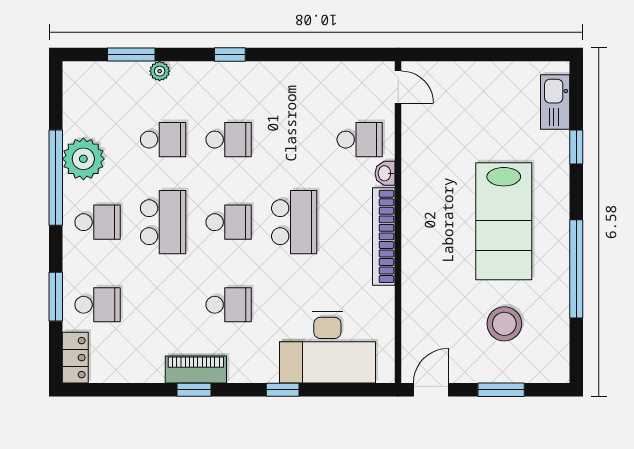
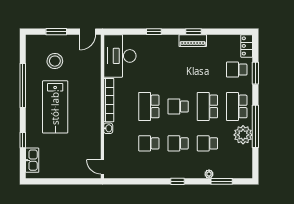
school desk: (360, 140) -> (149, 143), moved
lab bench: (504, 221) -> (55, 107), turned 180
school desk: (98, 222) -> (237, 106), width x1.85
school desk: (229, 305) -> (178, 70), removed
desk: (327, 347) -> (120, 56), moved, turned -90

